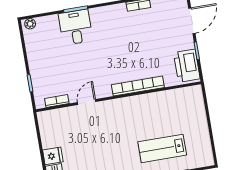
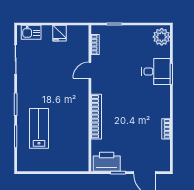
plant: (30, 24) -> (162, 37), width x1.88, depth x1.88
door: (87, 102) -> (90, 70), swing flipped
fridge: (53, 156) -> (60, 33), moved

